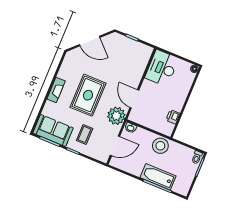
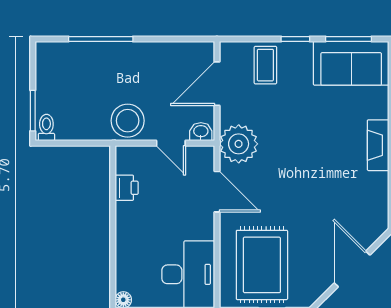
door: (90, 41) -> (352, 269), hinge flipped
rug: (88, 95) -> (262, 265), moved
door: (146, 128) -> (171, 143), added
coffee table: (85, 134) -> (265, 65), moved
bathtub: (158, 177) -> (107, 58), removed

